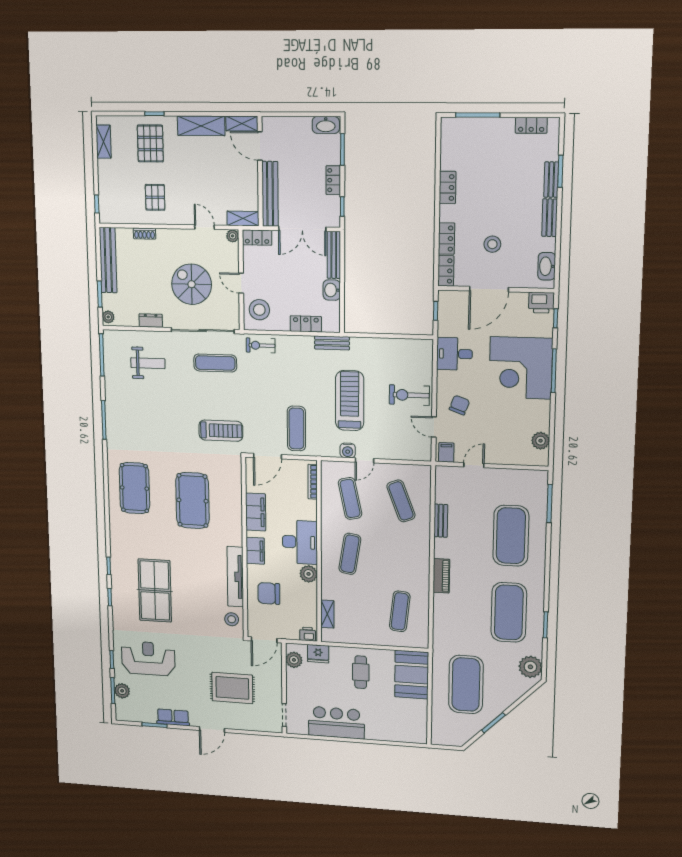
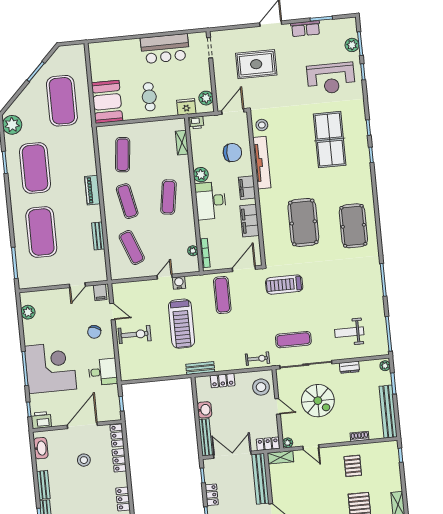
plant: (327, 486) -> (193, 251), added
exercise mat: (350, 498) -> (127, 201), moved

